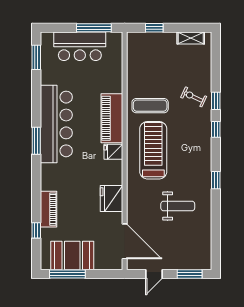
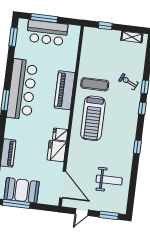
window: (94, 28) -> (44, 18), moved
treadmill: (153, 150) -> (93, 118), turned 180
fridge: (113, 152) -> (60, 135), moved
weight bench: (178, 206) -> (109, 180), moved

